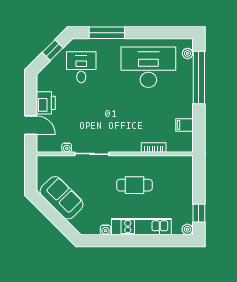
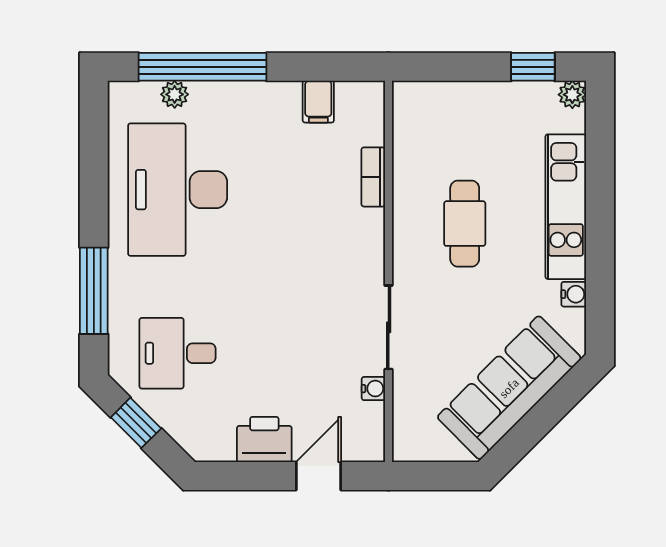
plant: (188, 53) -> (175, 94), moved
sofa: (61, 198) -> (509, 388), width x1.36

